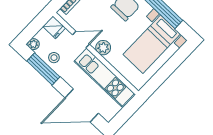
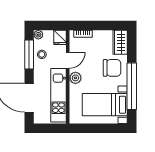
door: (81, 39) -> (68, 60), hinge flipped

